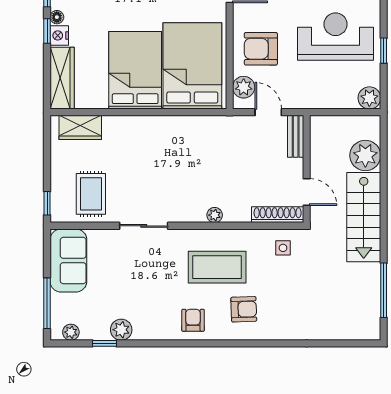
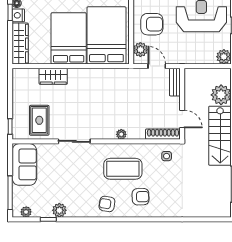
armchair: (261, 49) -> (152, 24), turned 180
wardrobe: (80, 127) -> (53, 76), moved
armchair: (193, 320) -> (107, 204), turned -81

